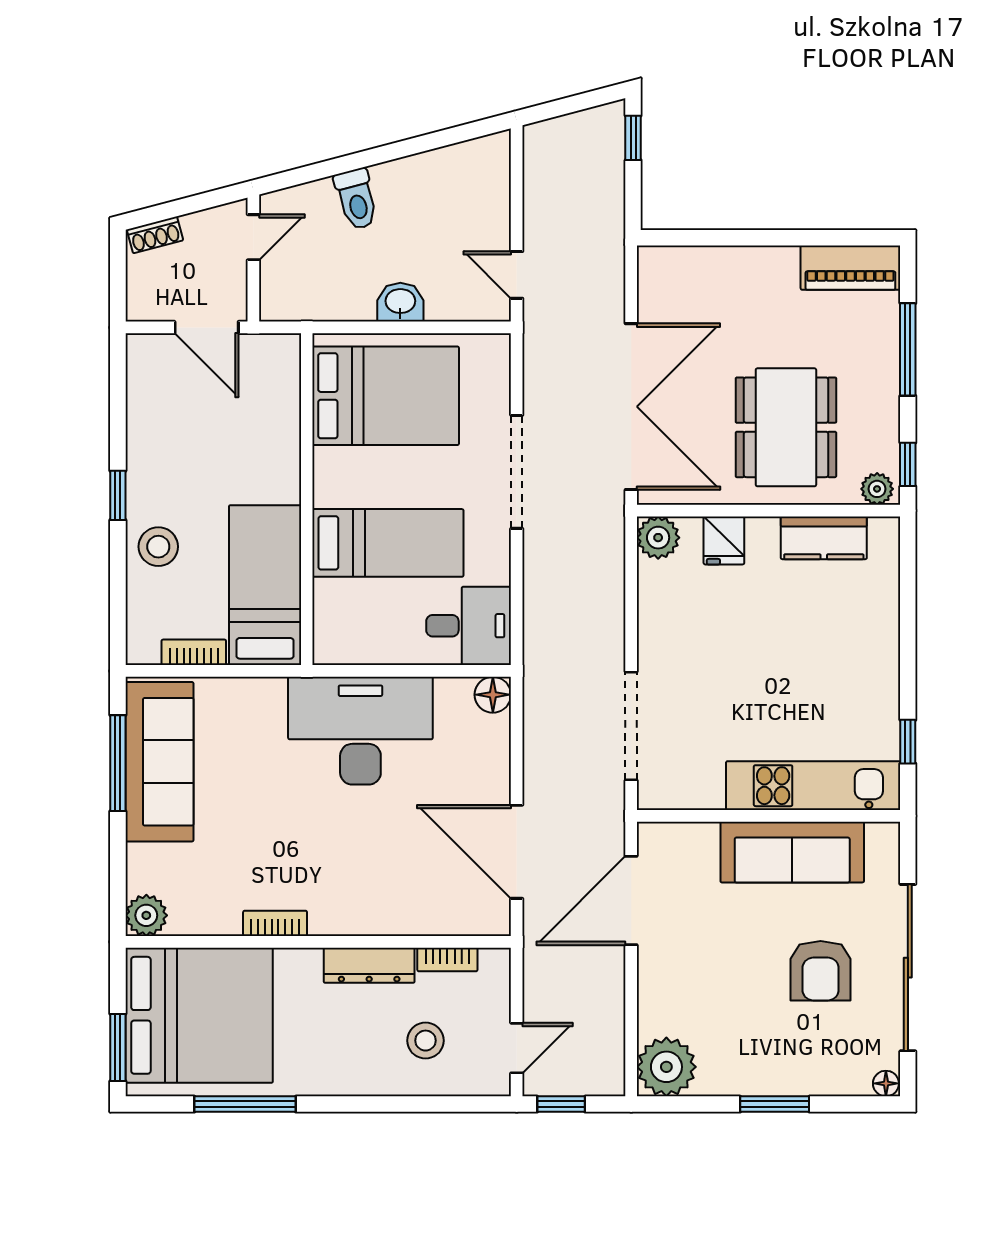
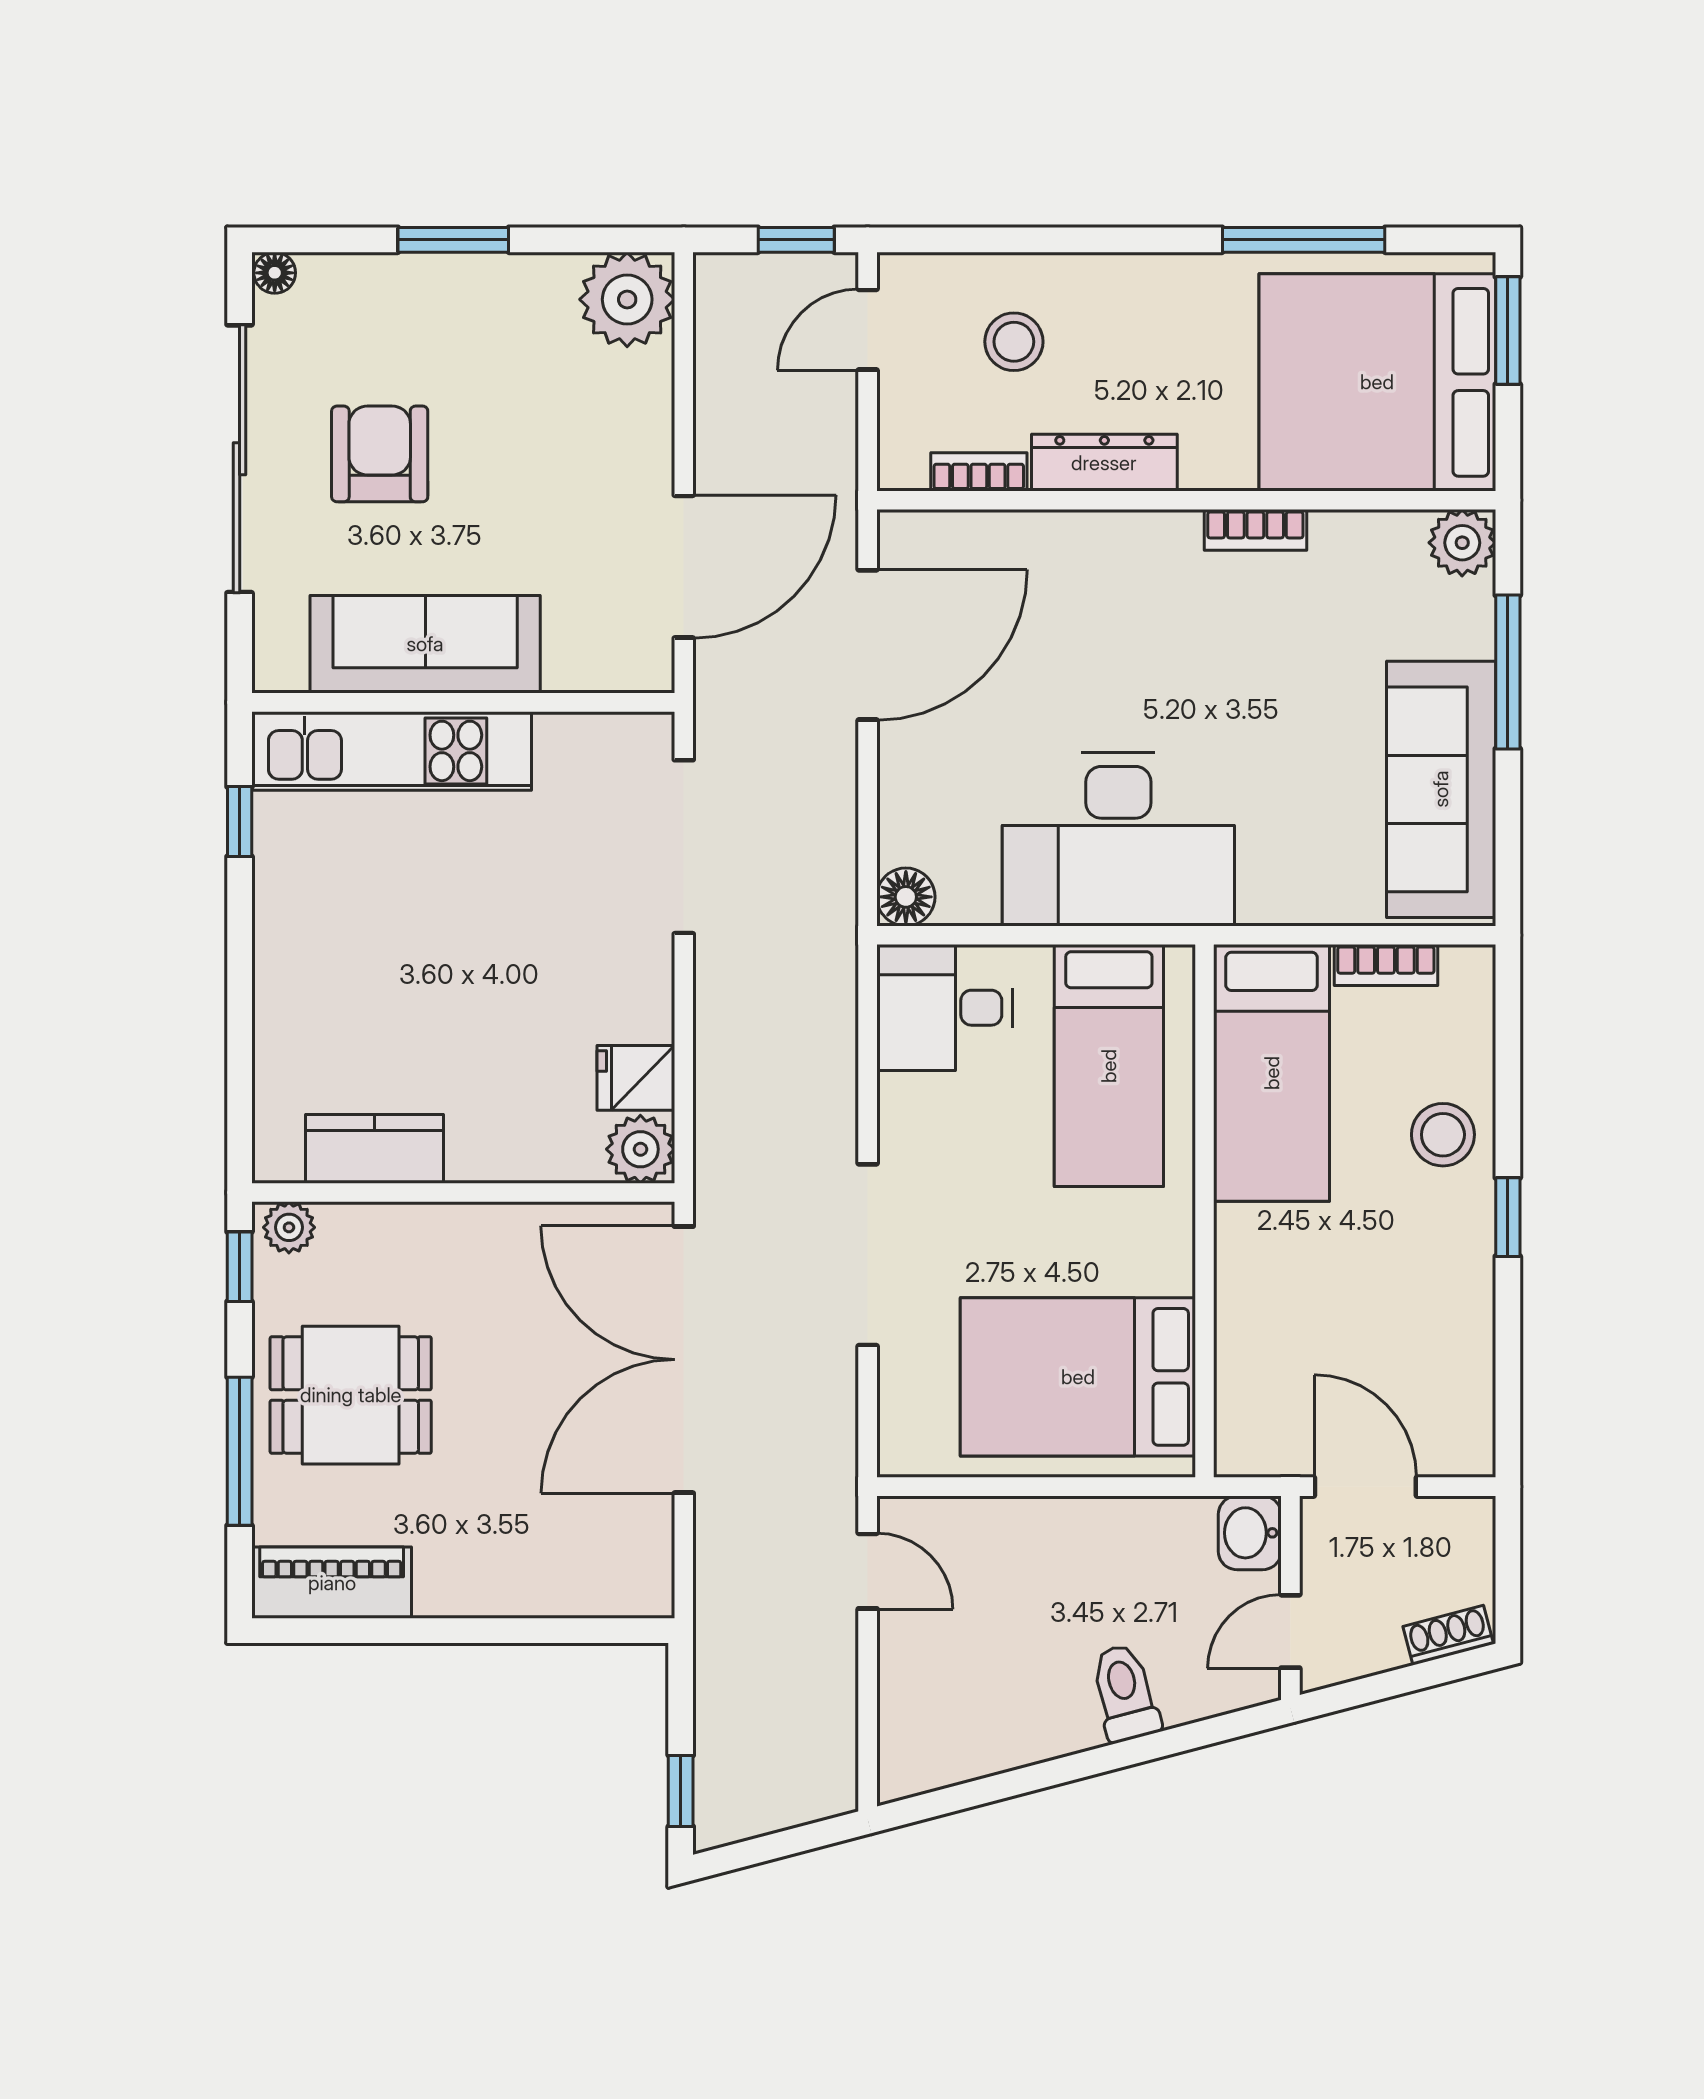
washbasin: (400, 302) -> (1250, 1533), moved, turned 90
dining table: (786, 427) -> (351, 1395), moved, width x0.73
fridge: (724, 540) -> (636, 1078), moved, turned -90
bed: (388, 543) -> (1109, 1066), moved, turned -90
window: (118, 763) -> (1508, 672), moved
door: (517, 852) -> (868, 645), hinge flipped

